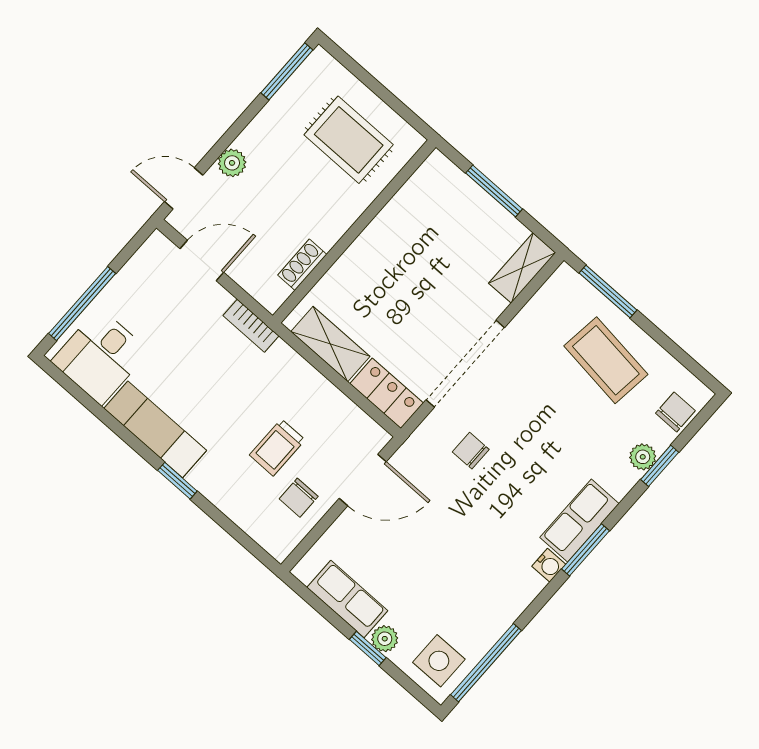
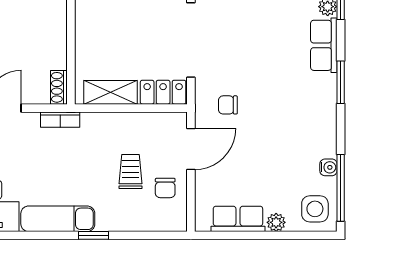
shoe rack: (302, 265) -> (59, 87), moved
trolley: (277, 447) -> (131, 171), turned 180
chair: (471, 451) -> (228, 105), moved
row of seats: (579, 520) -> (324, 45), moved
water cooler: (549, 565) -> (328, 167), moved
window: (368, 649) -> (272, 235), removed

